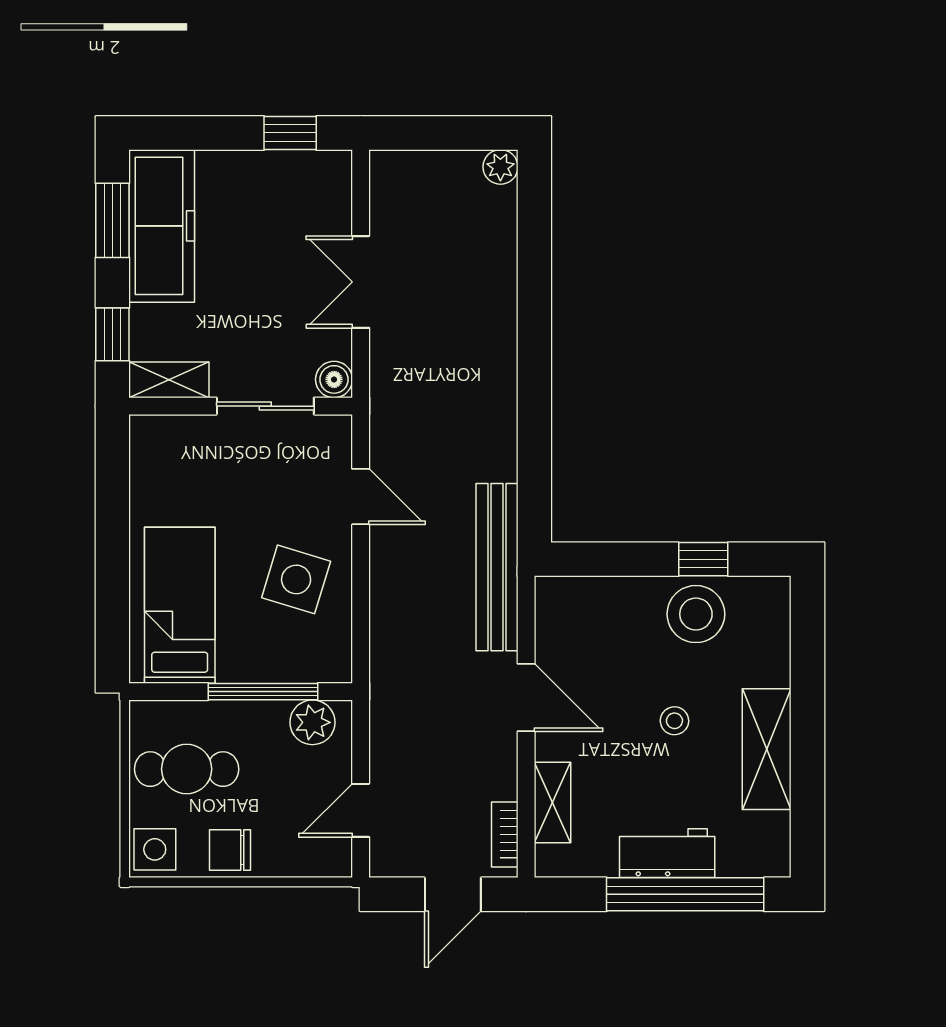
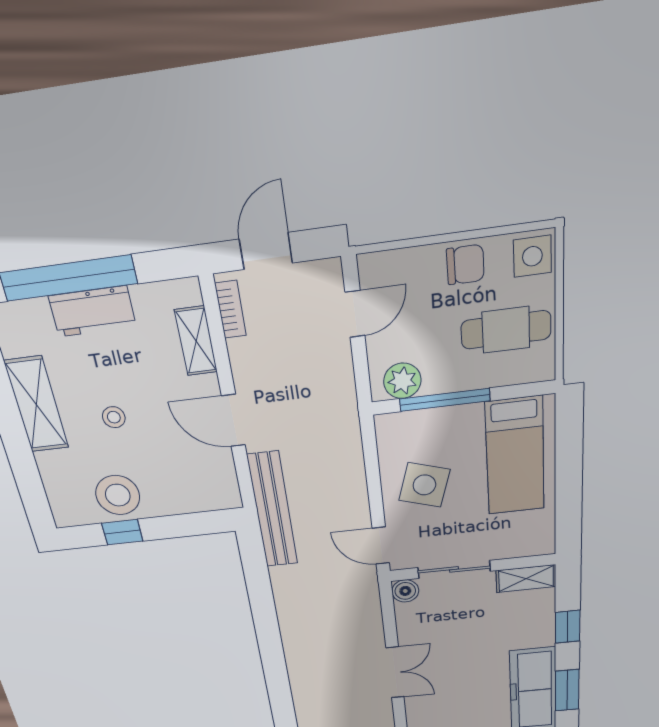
boiler: (334, 379) -> (405, 591), moved
shelving: (169, 380) -> (526, 579), moved
wall: (241, 406) -> (472, 568), moved
sliding door: (265, 406) -> (454, 569), moved

